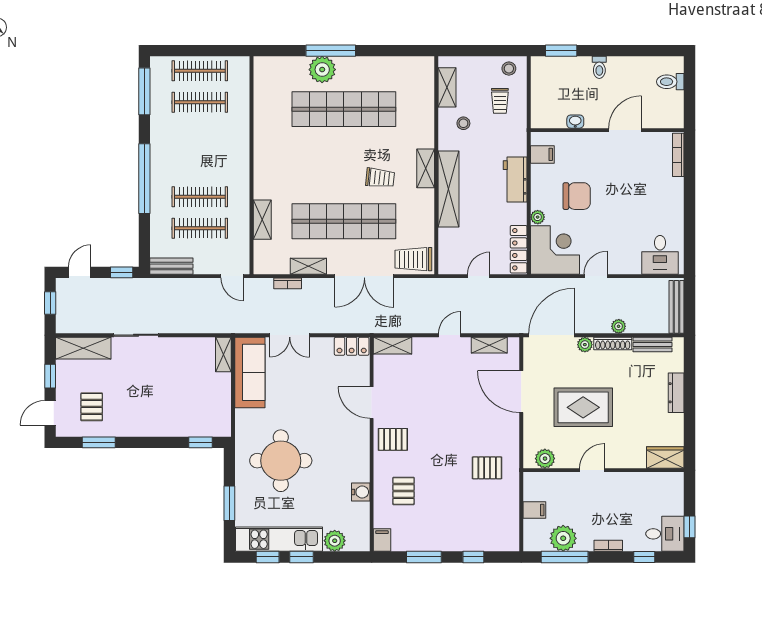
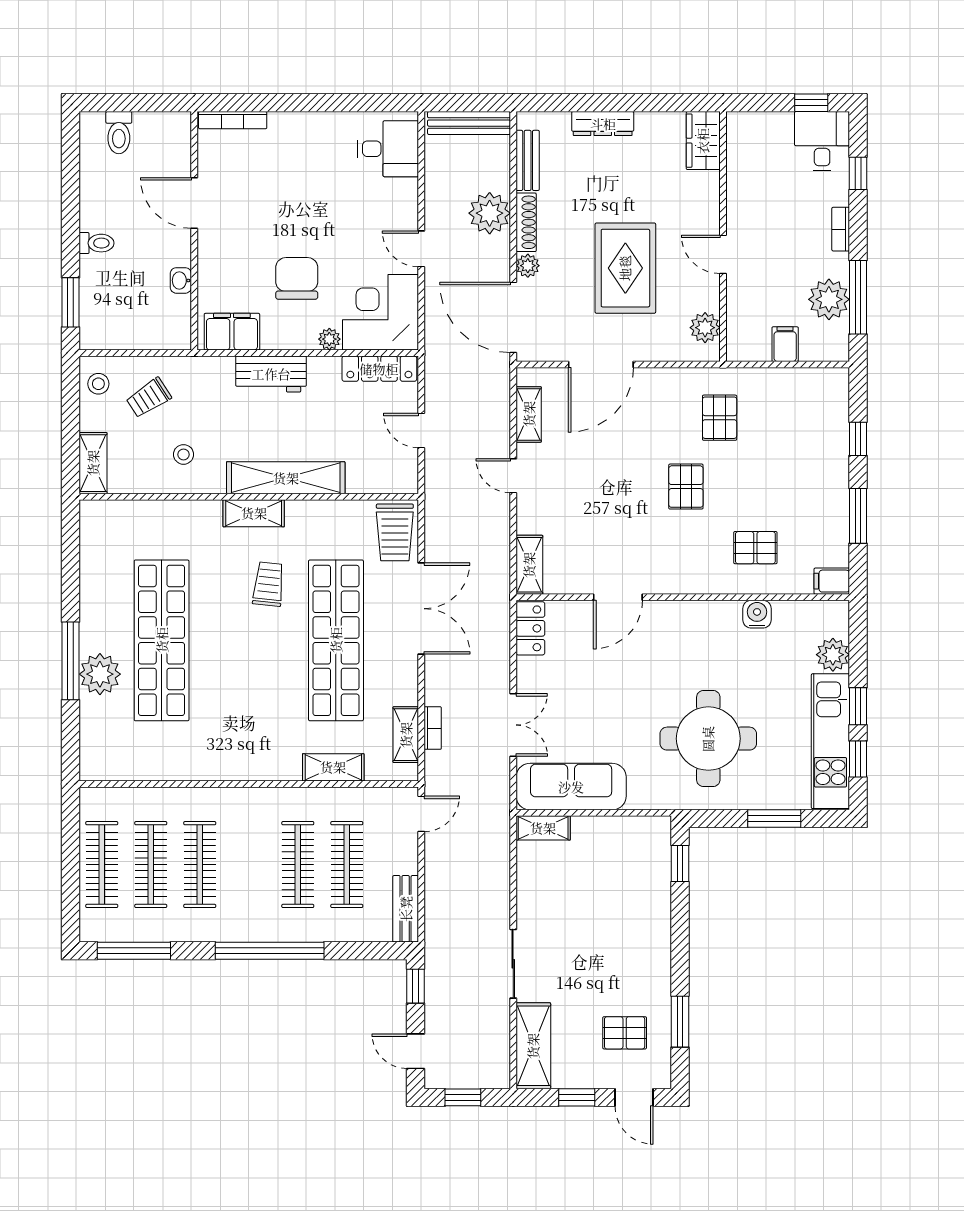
shelving: (447, 87) -> (93, 463), moved, turned 90
trolley: (500, 101) -> (149, 398), turned 147
clothes rail: (200, 134) -> (200, 865), added
filing cabinet: (542, 154) -> (232, 332), width x2.00
shelving: (308, 266) -> (406, 735), moved
plant: (619, 326) -> (490, 213), width x1.88, depth x1.88
pallet: (393, 439) -> (686, 487), moved

